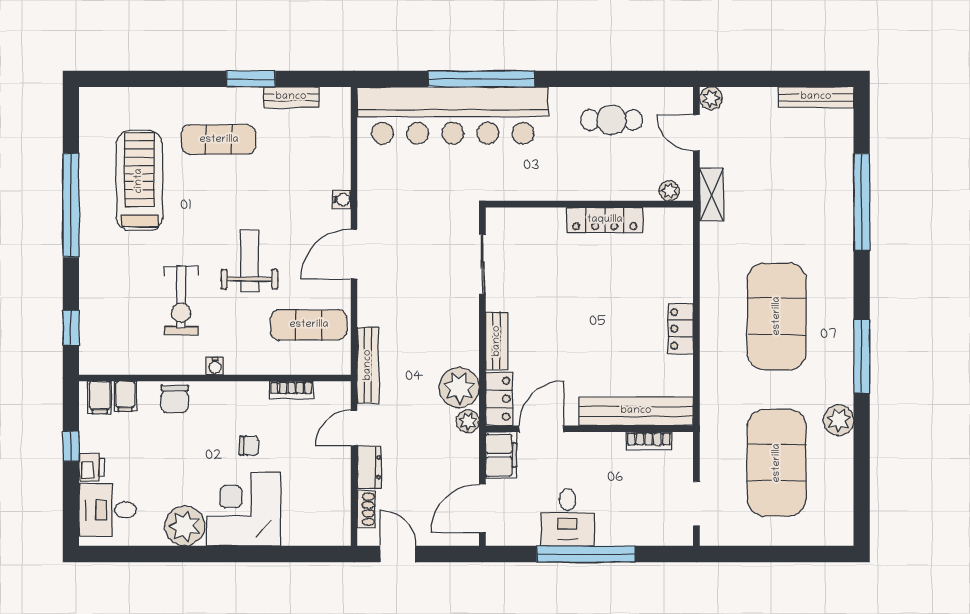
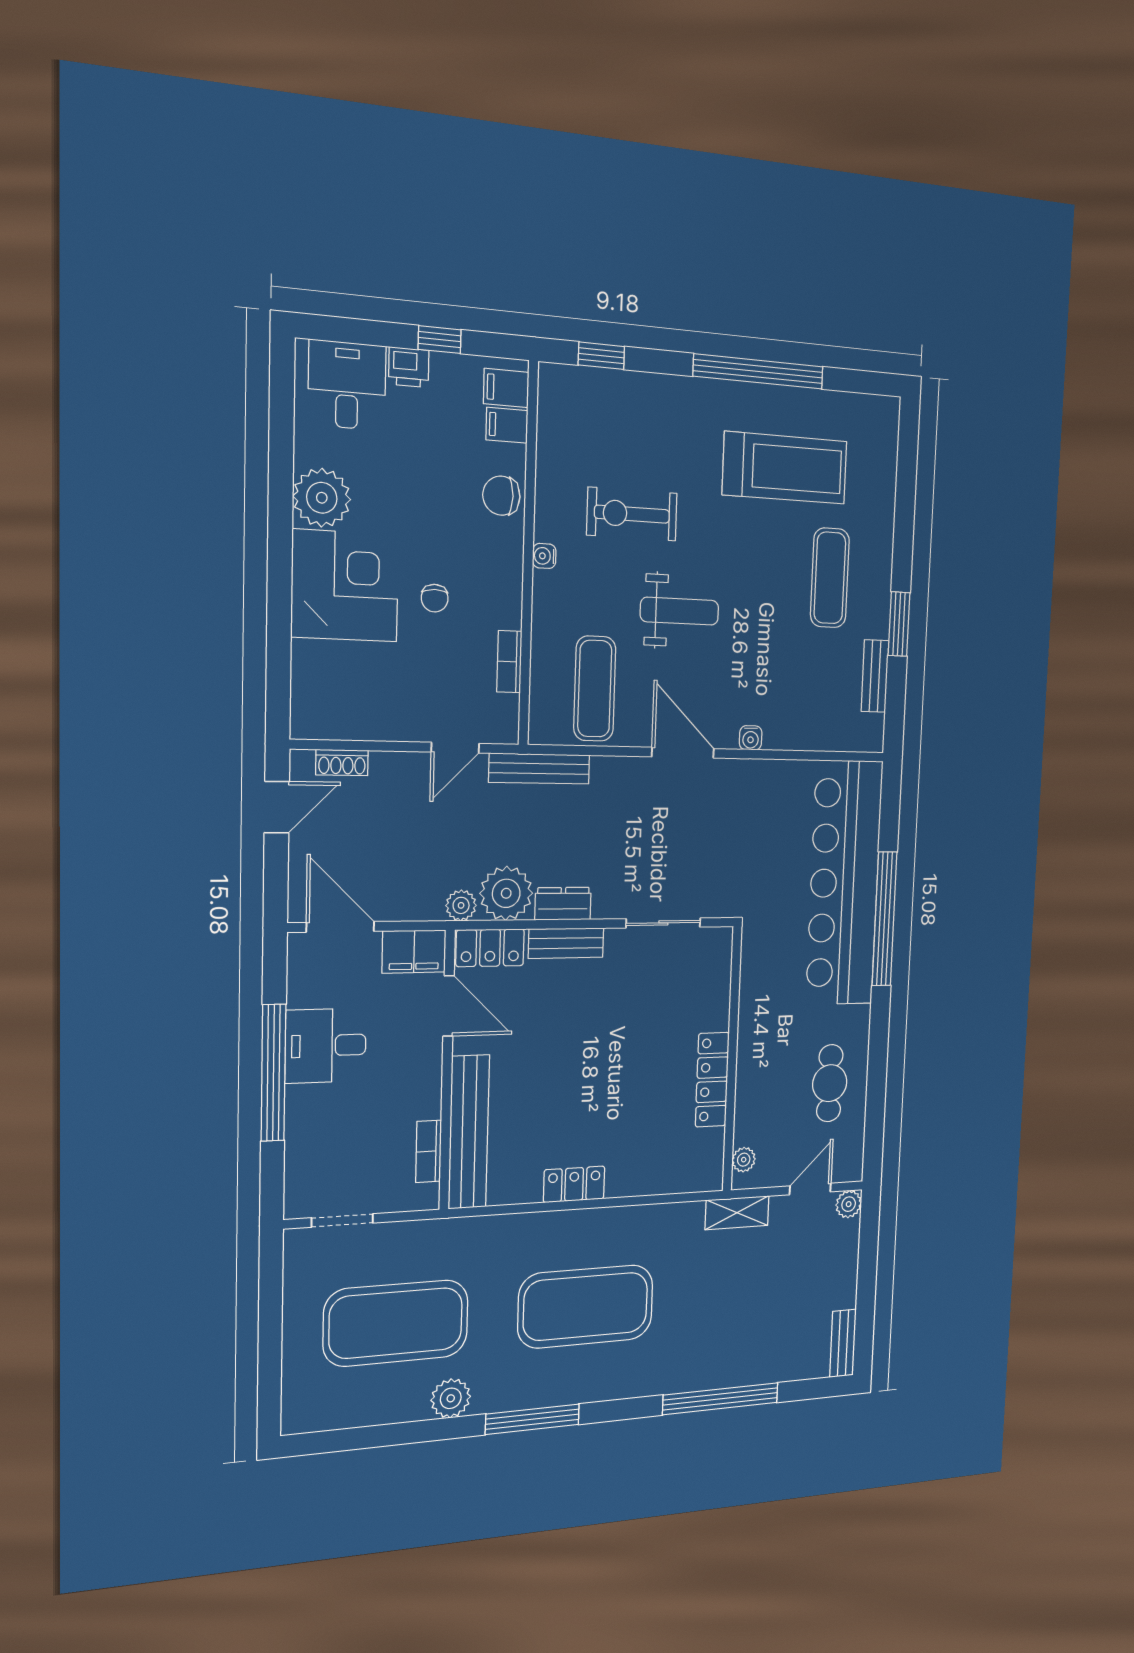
bench: (816, 97) -> (843, 1343), width x0.73
door: (354, 428) -> (455, 748), swing flipped
dresser: (369, 467) -> (563, 904), moved, turned 180

